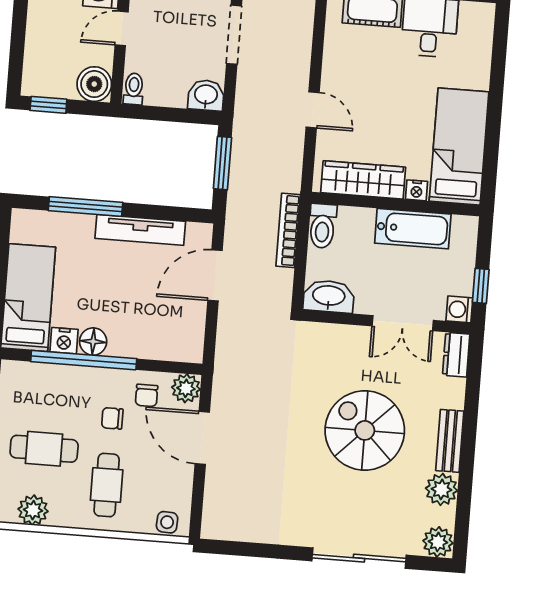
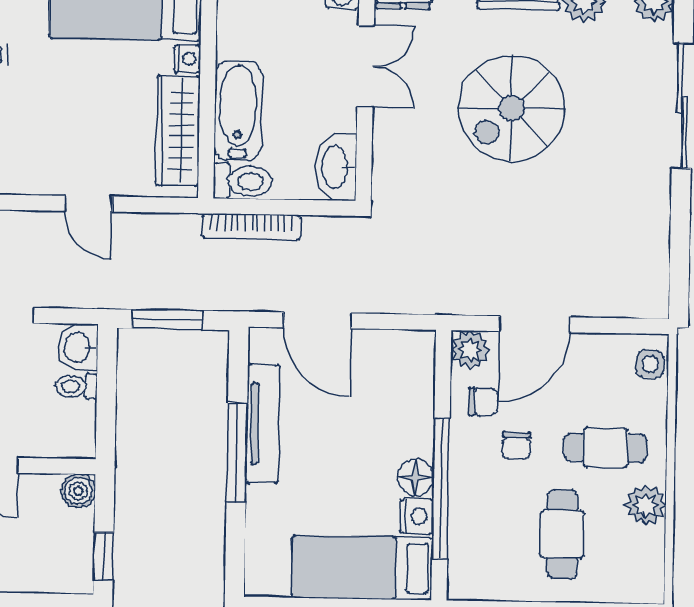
boiler: (94, 84) -> (78, 491), width x0.73, depth x0.73
toilet: (134, 89) -> (76, 386), moved
door: (313, 110) -> (89, 204), swing flipped
window: (85, 206) -> (237, 453), moved
bathtub: (413, 229) -> (238, 111), moved
plant: (33, 510) -> (646, 505), moved

